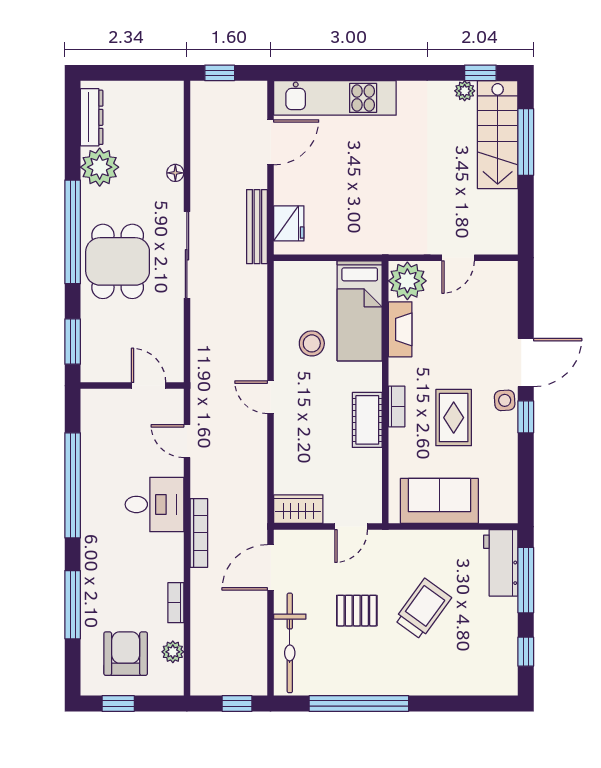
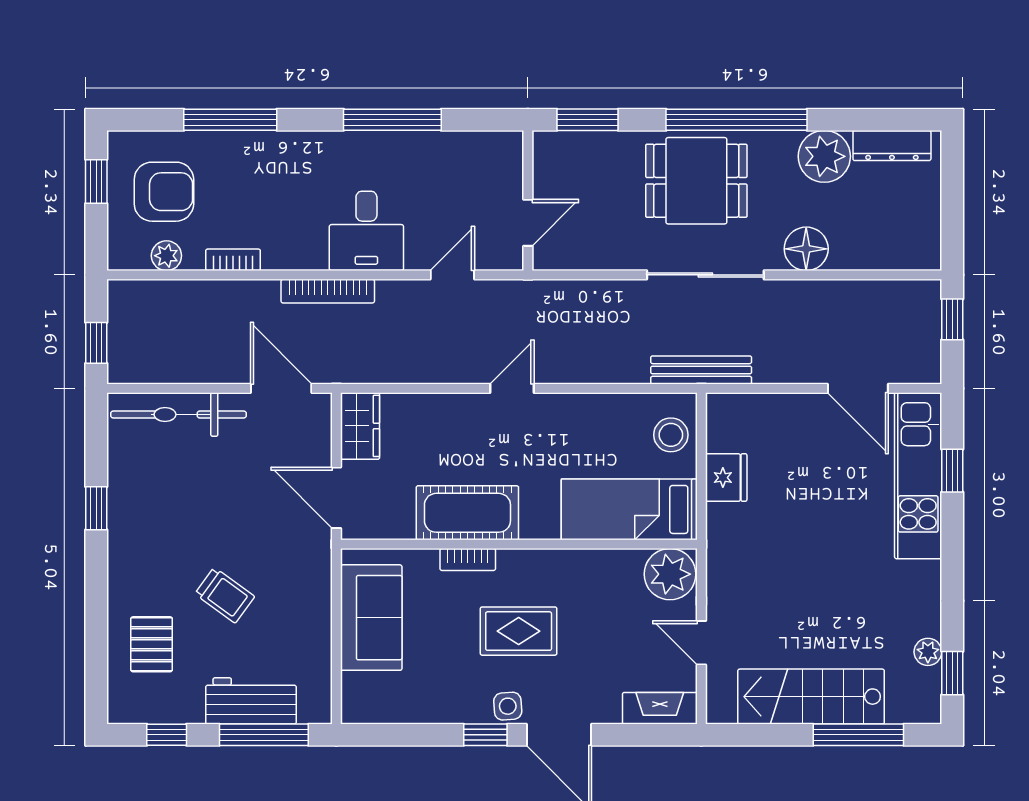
window: (331, 73) -> (952, 471), added
stairs: (498, 135) -> (811, 697), moved
floor lamp: (175, 173) -> (806, 249), width x1.89, depth x1.89
fridge: (289, 223) -> (726, 478), moved, turned -90
bench: (257, 227) -> (701, 370), moved
fireplace: (400, 329) -> (660, 708), moved, turned 180
stool: (312, 343) -> (671, 435), moved
bookcase: (397, 406) -> (468, 559), moved
rug: (454, 418) -> (519, 631), moved
cot: (367, 420) -> (467, 513), width x1.37, depth x1.34
window: (73, 485) -> (392, 120), width x0.68
door: (351, 527) -> (336, 498), width x1.38
workbench: (501, 563) -> (251, 701), moved
trolley: (423, 609) -> (225, 595), width x0.73, depth x0.72
pallet: (357, 611) -> (152, 644), moved
window: (359, 704) -> (96, 508), width x0.32

